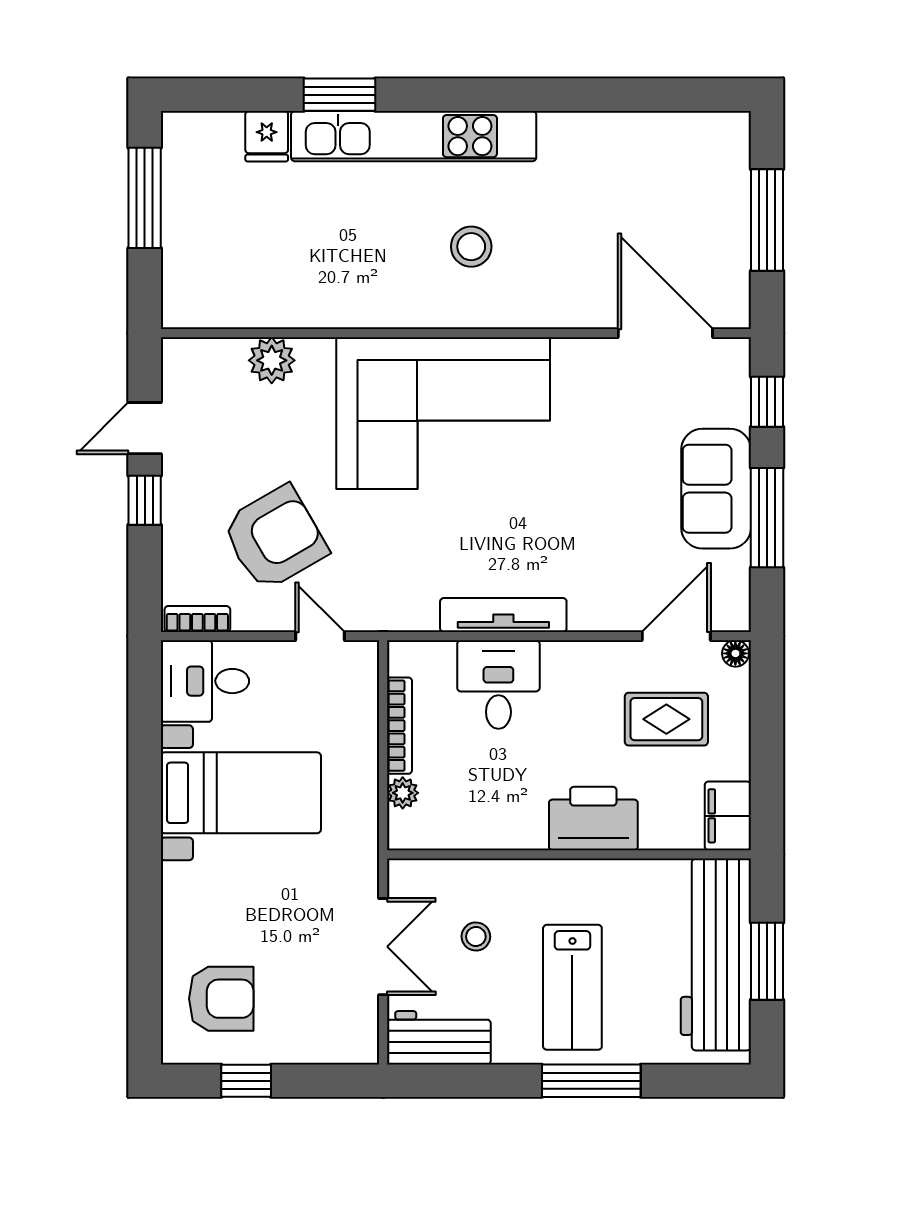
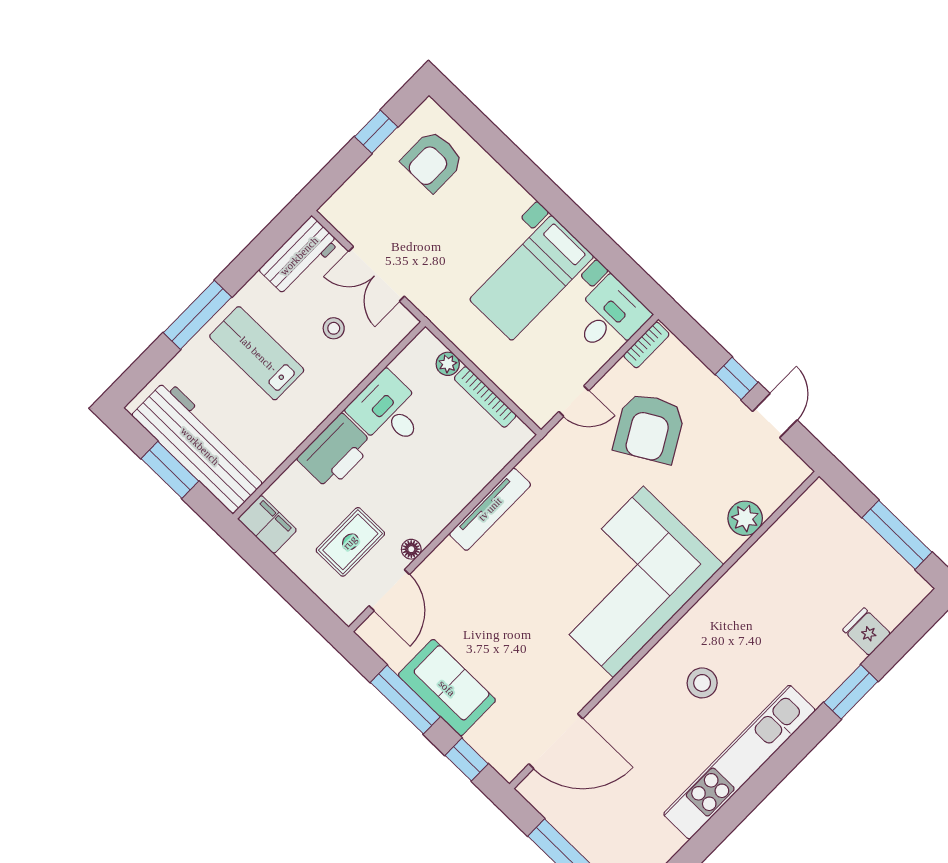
kitchen unit: (414, 136) -> (739, 762), moved
floor lamp: (735, 653) -> (411, 549), moved
desk: (498, 685) -> (388, 411), moved, turned 180

